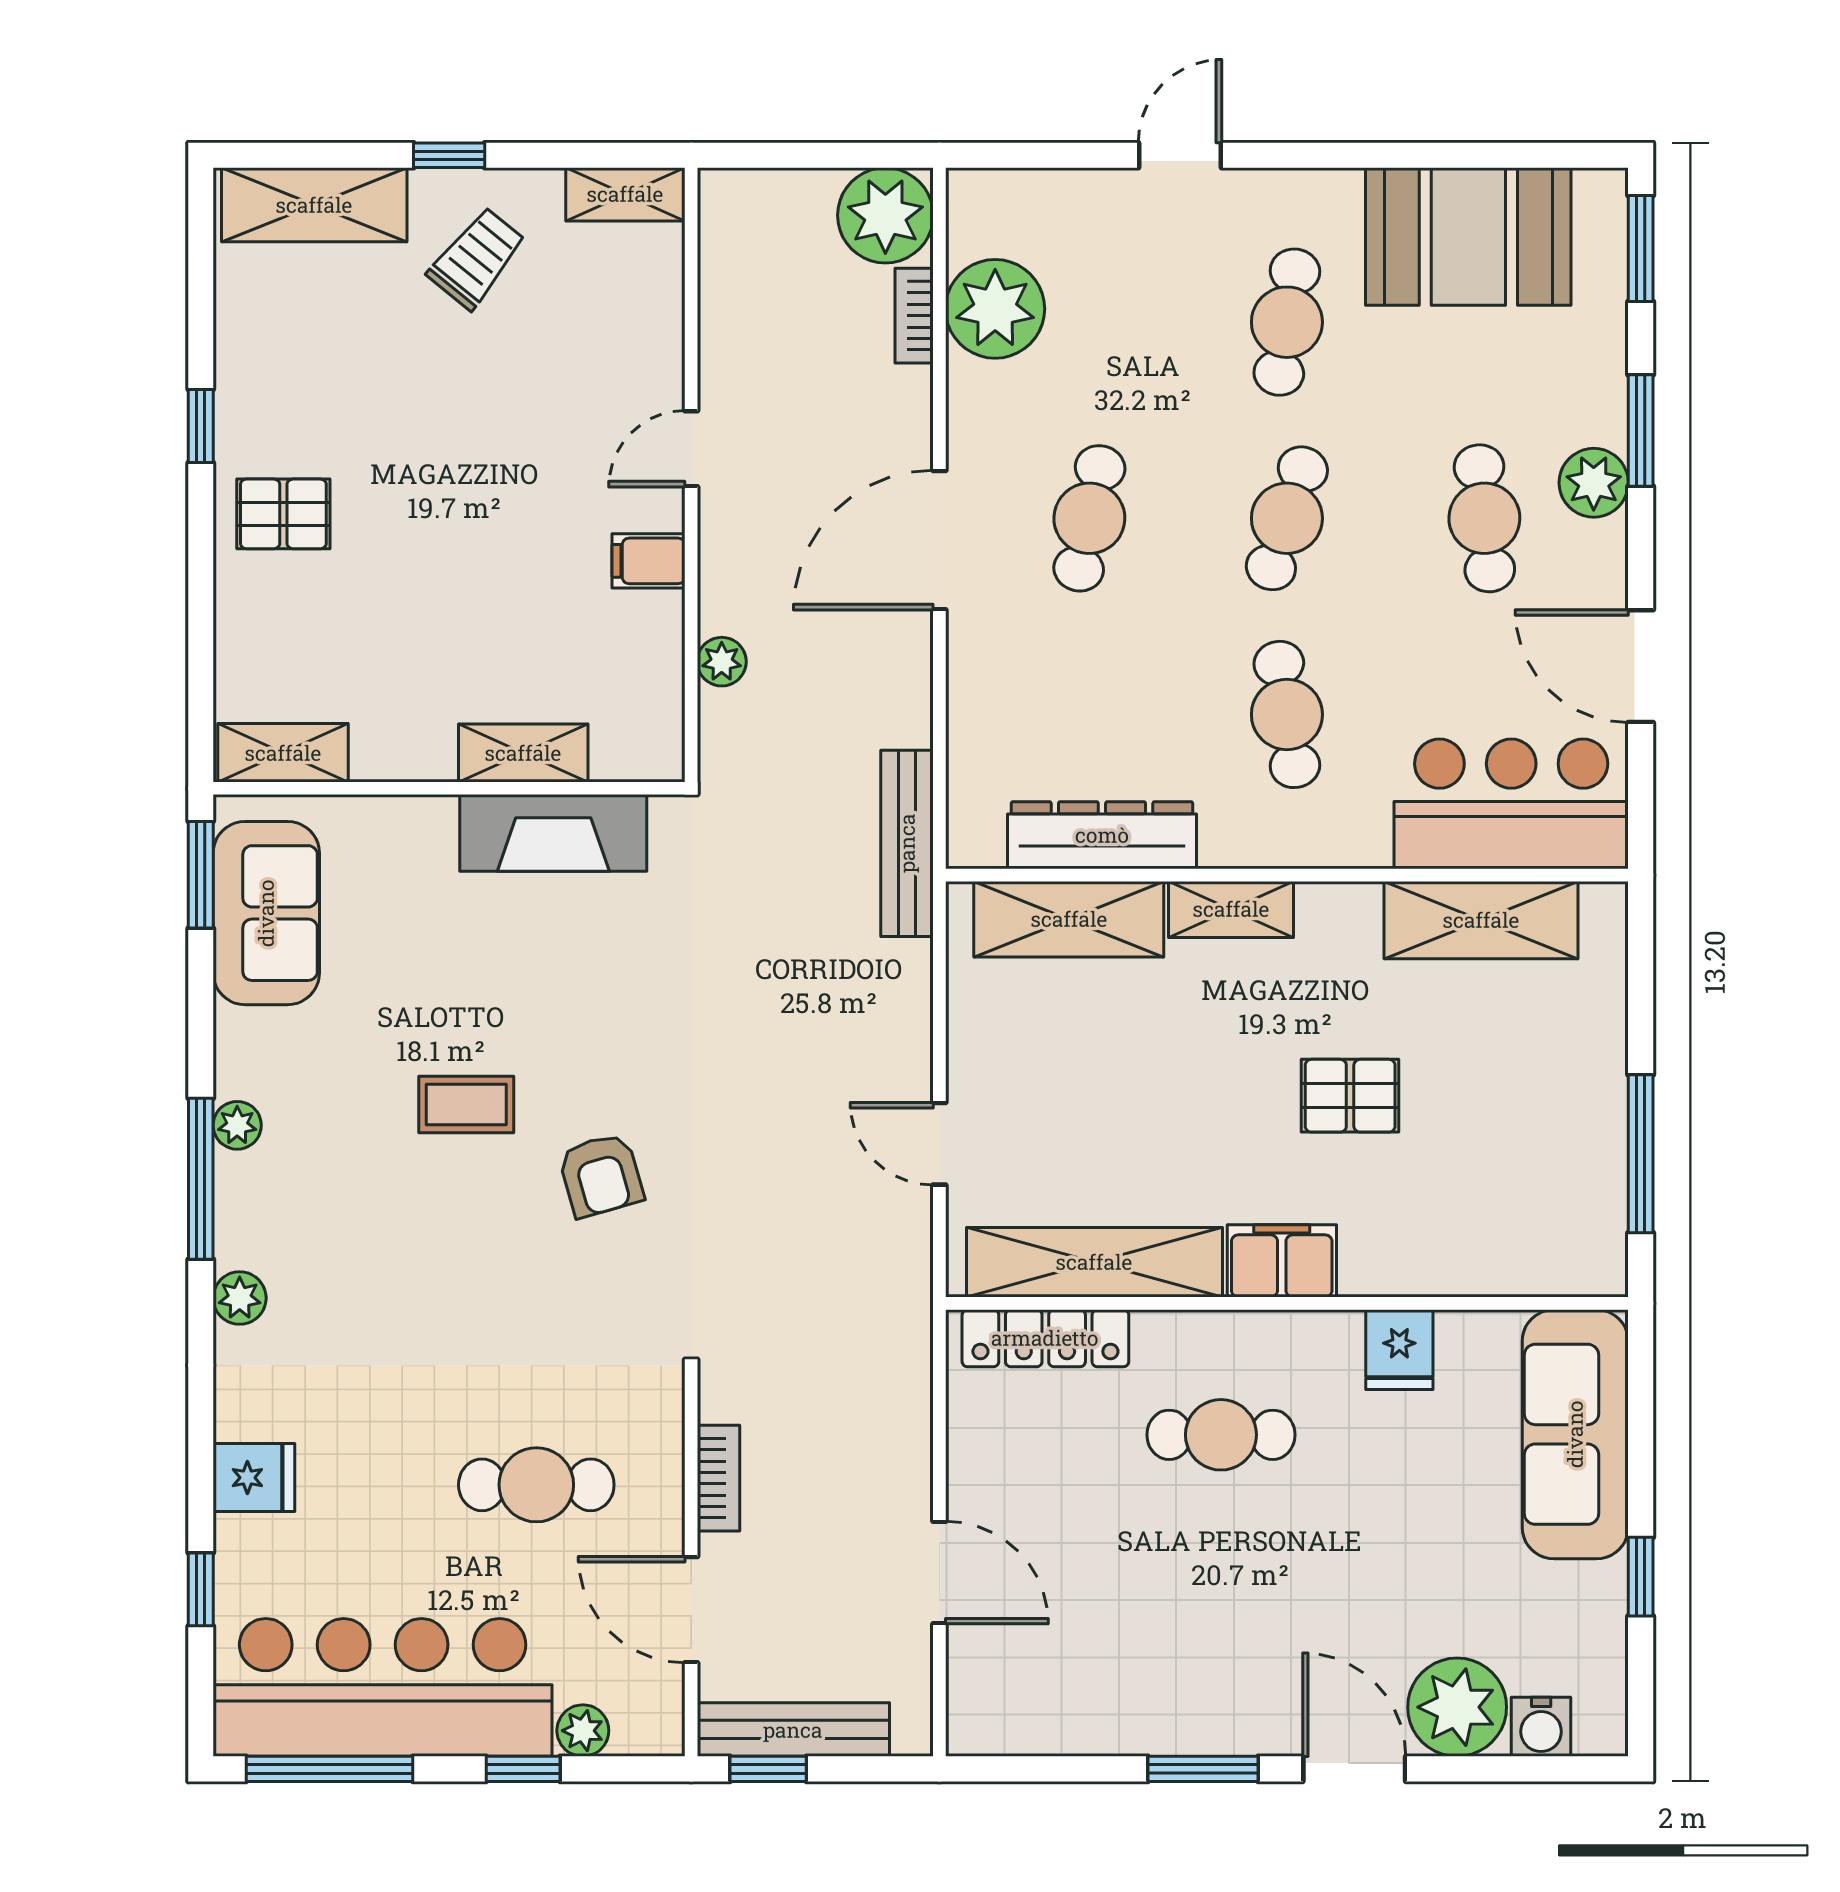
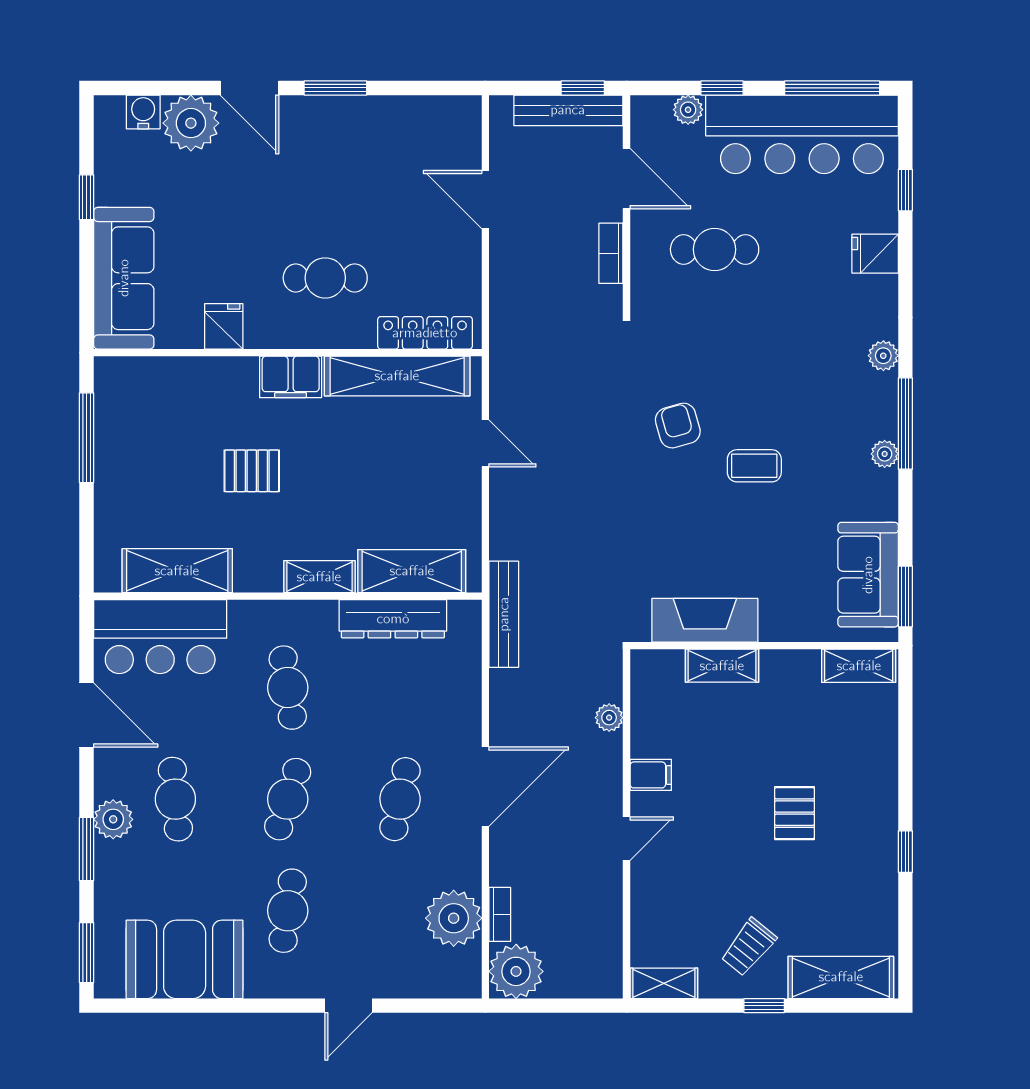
pallet: (283, 514) -> (795, 813), moved, turned 90

